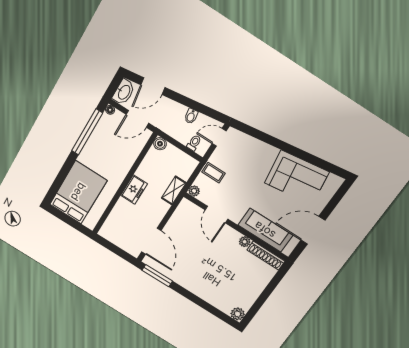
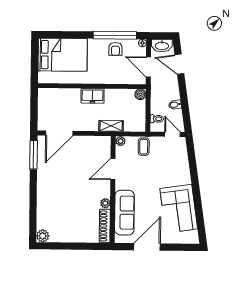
armchair: (101, 140) -> (115, 49), added
door: (313, 230) -> (147, 247), hinge flipped

